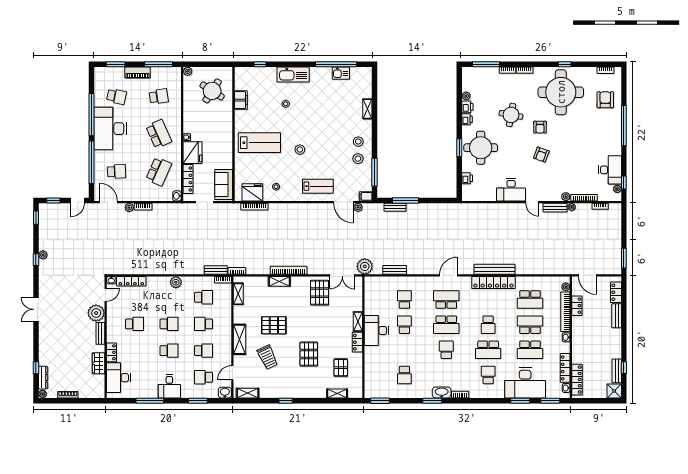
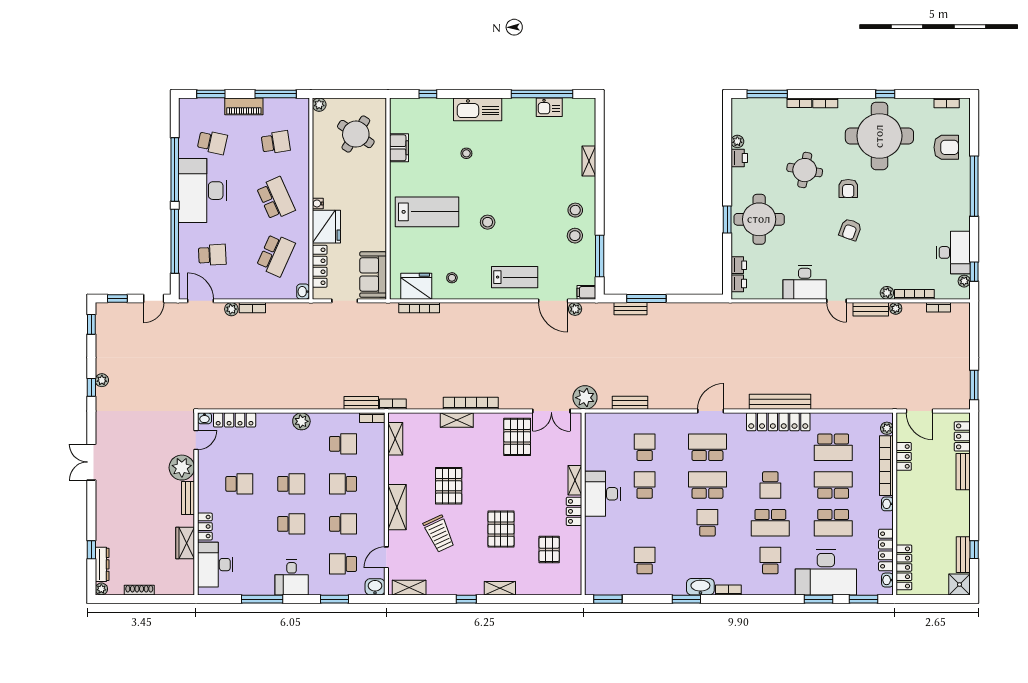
armchair: (605, 100) -> (946, 147), turned 90
printer: (467, 119) -> (739, 283), moved
pallet: (274, 325) -> (449, 486), turned 90
school desk: (446, 325) -> (707, 485), turned 180
school desk: (404, 375) -> (645, 561), turned 180
shelving: (337, 393) -> (500, 588), moved

